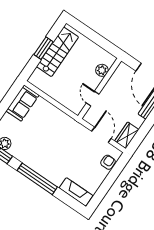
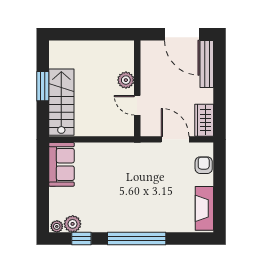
stairs: (57, 52) -> (61, 102), moved
plant: (102, 70) -> (126, 80), moved
fireplace: (76, 192) -> (204, 208), moved, turned -90

